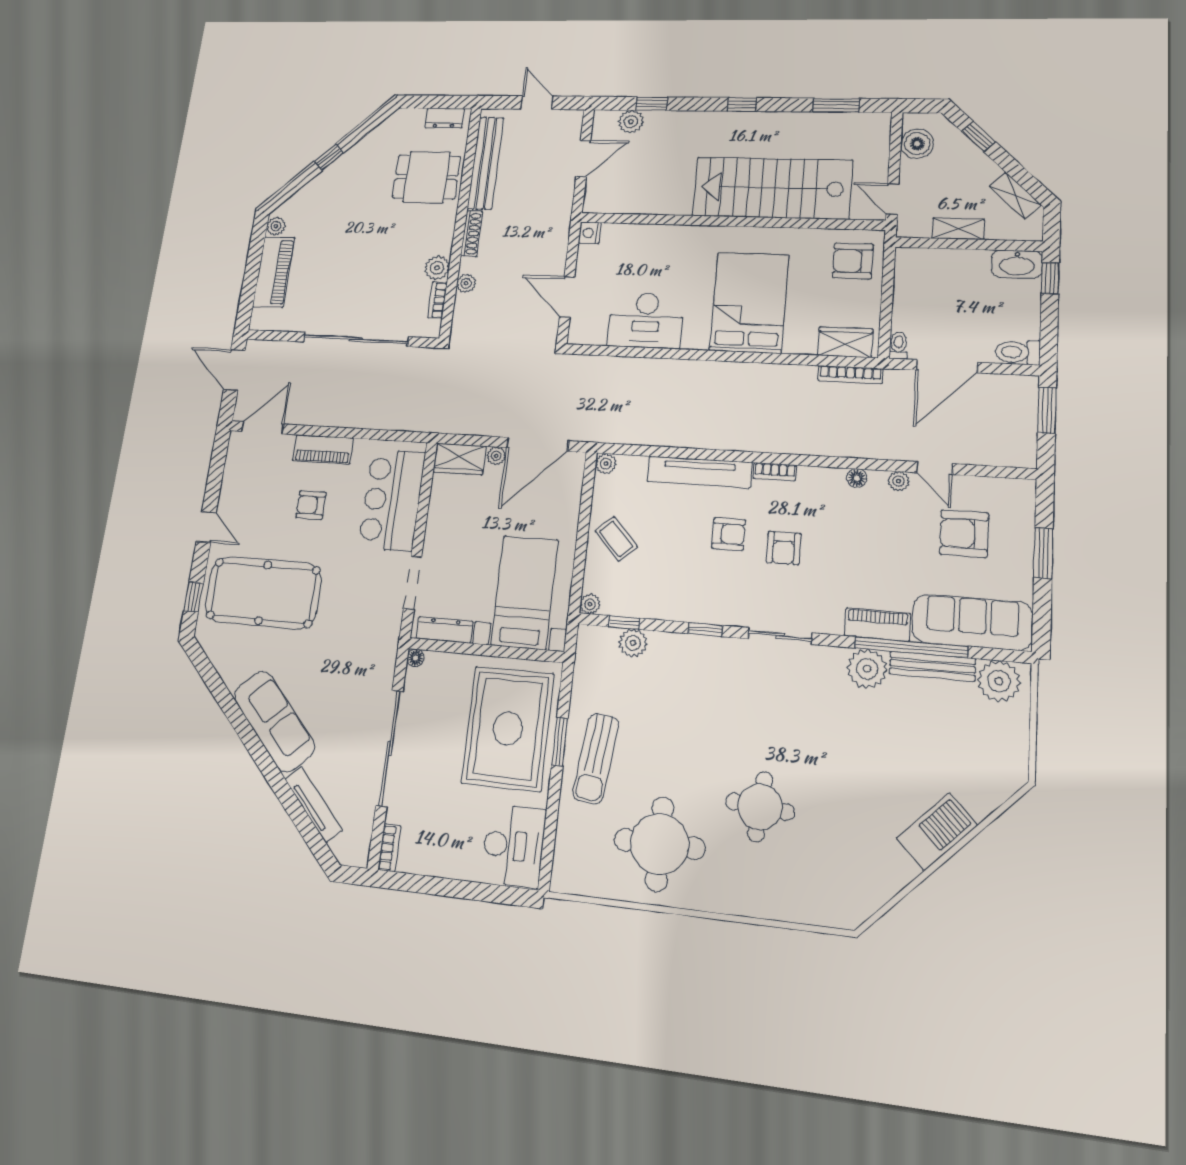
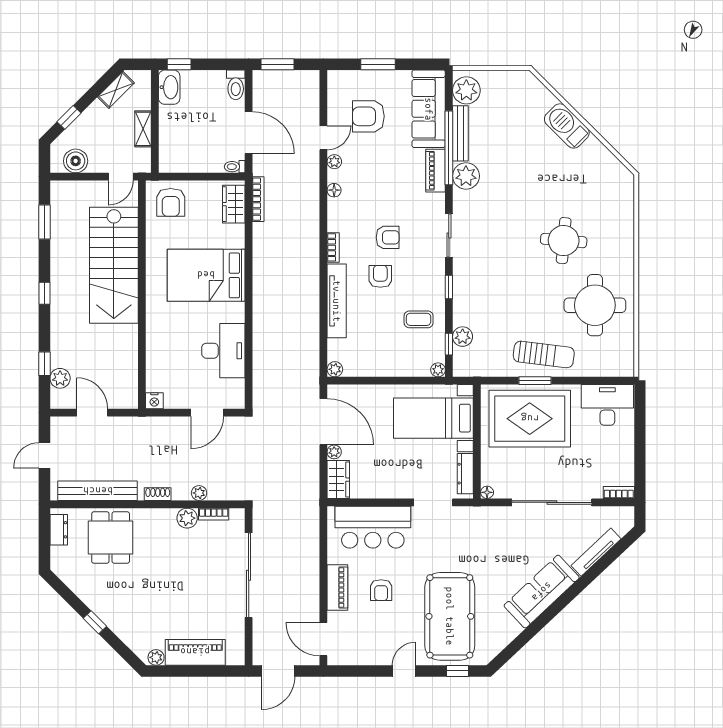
shoe rack: (472, 234) -> (158, 494), width x0.70
armchair: (964, 534) -> (368, 116), turned 90
coffee table: (616, 539) -> (419, 319), moved, turned 43

